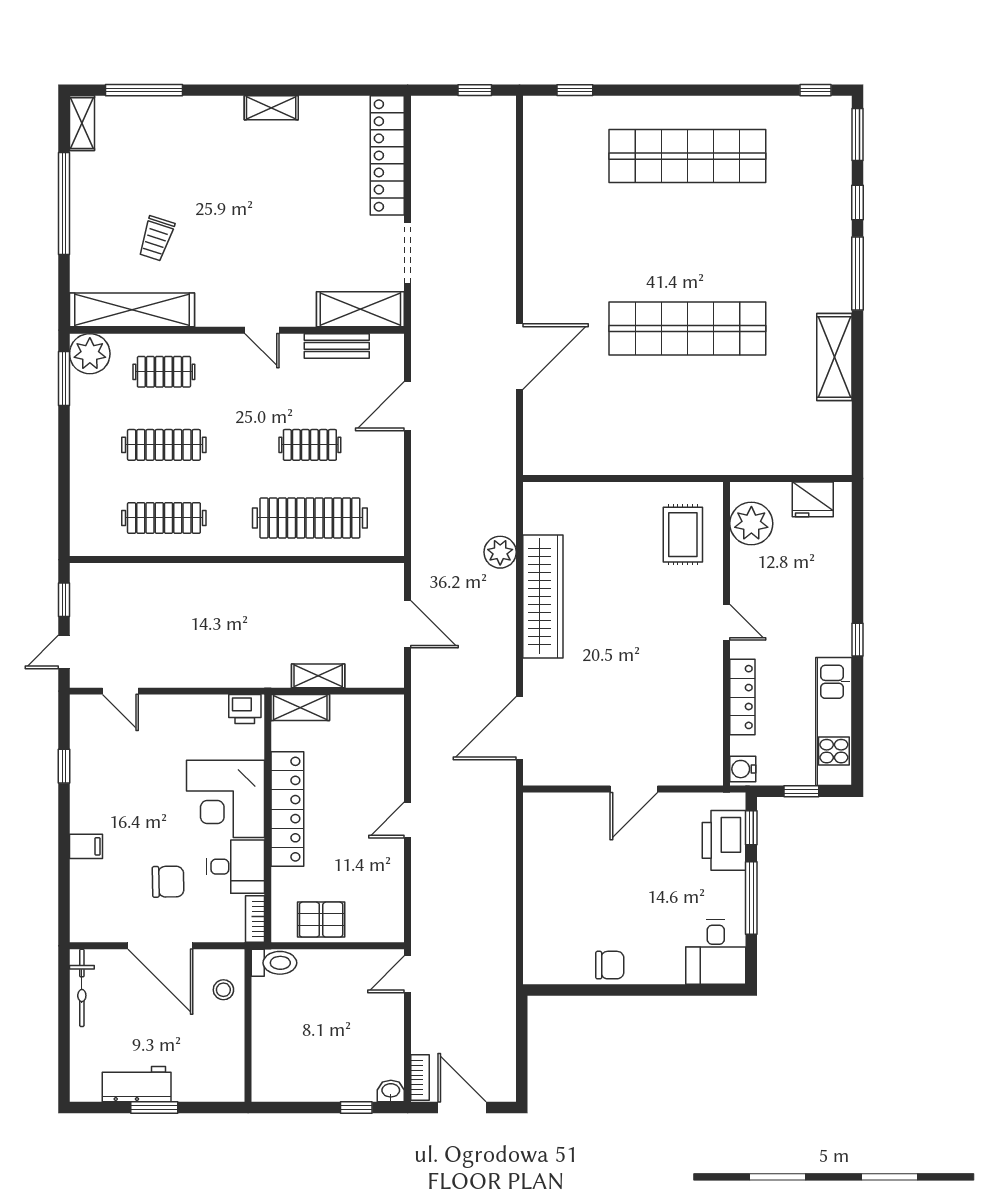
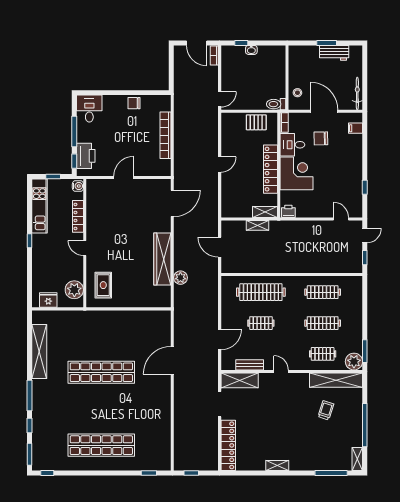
shelving: (834, 357) -> (39, 352), width x1.47
filing cabinet: (86, 846) -> (356, 128), moved
bookcase: (535, 889) -> (166, 135), added
washbasin: (391, 1091) -> (251, 50), moved

